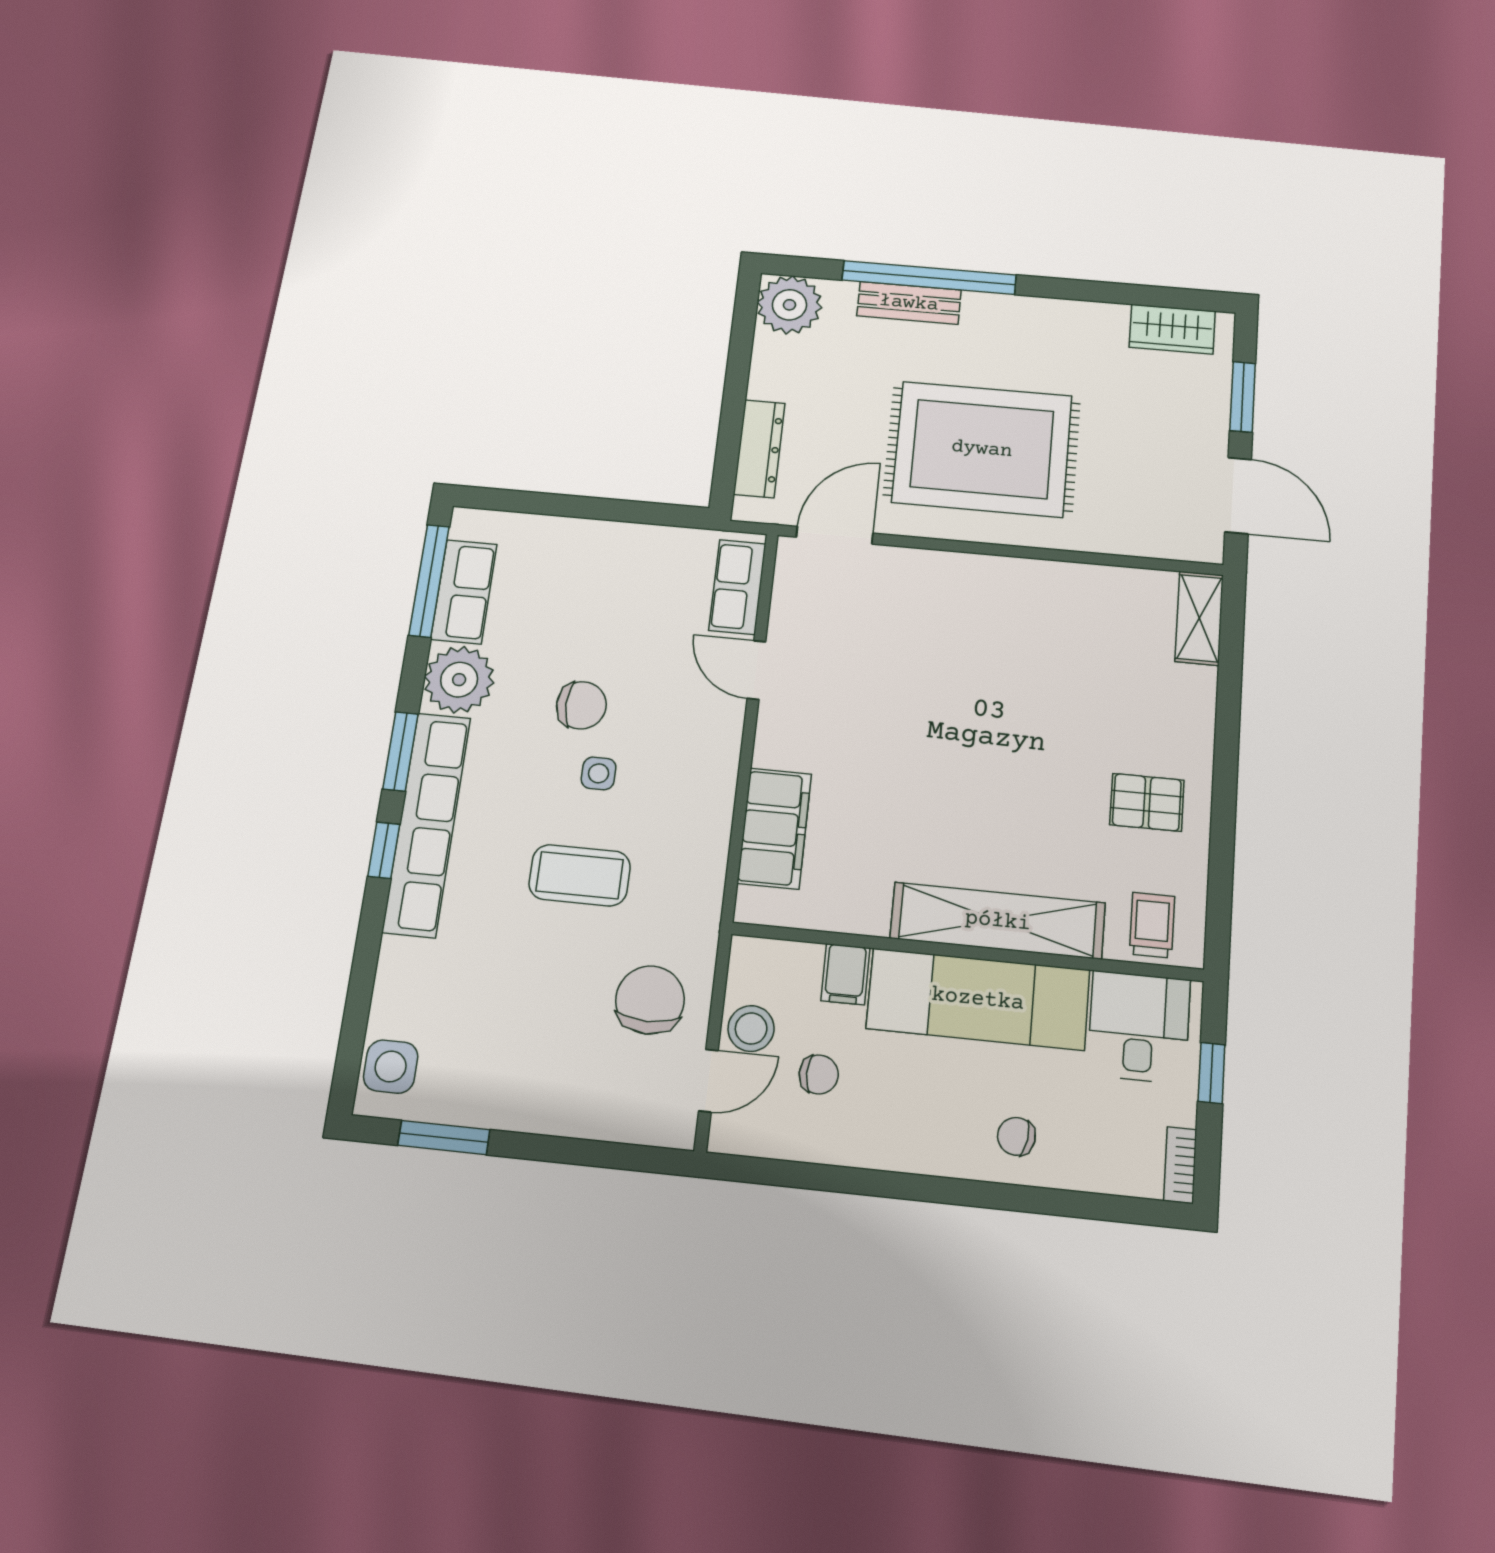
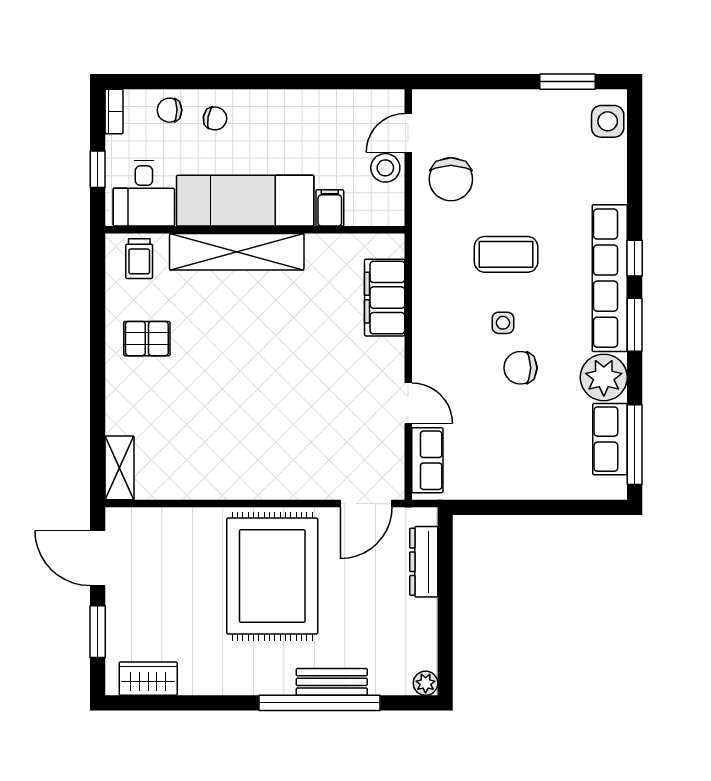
plant: (789, 305) -> (426, 683), width x0.53, depth x0.53
rug: (982, 449) -> (272, 576), turned 90
chair: (819, 1074) -> (170, 110), moved

